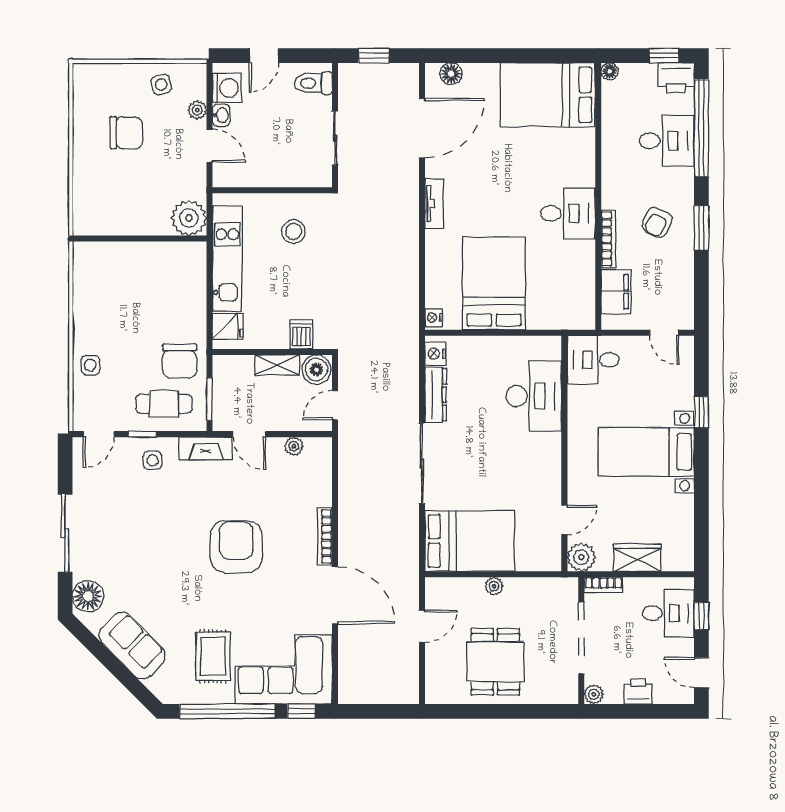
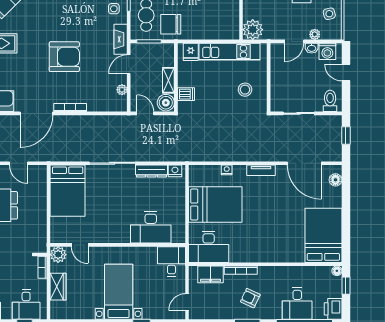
window: (664, 56) -> (346, 286), moved
desk: (568, 213) -> (209, 247), moved, width x1.37
nightstand: (434, 318) -> (227, 170), moved
plant: (494, 586) -> (42, 204), removed

